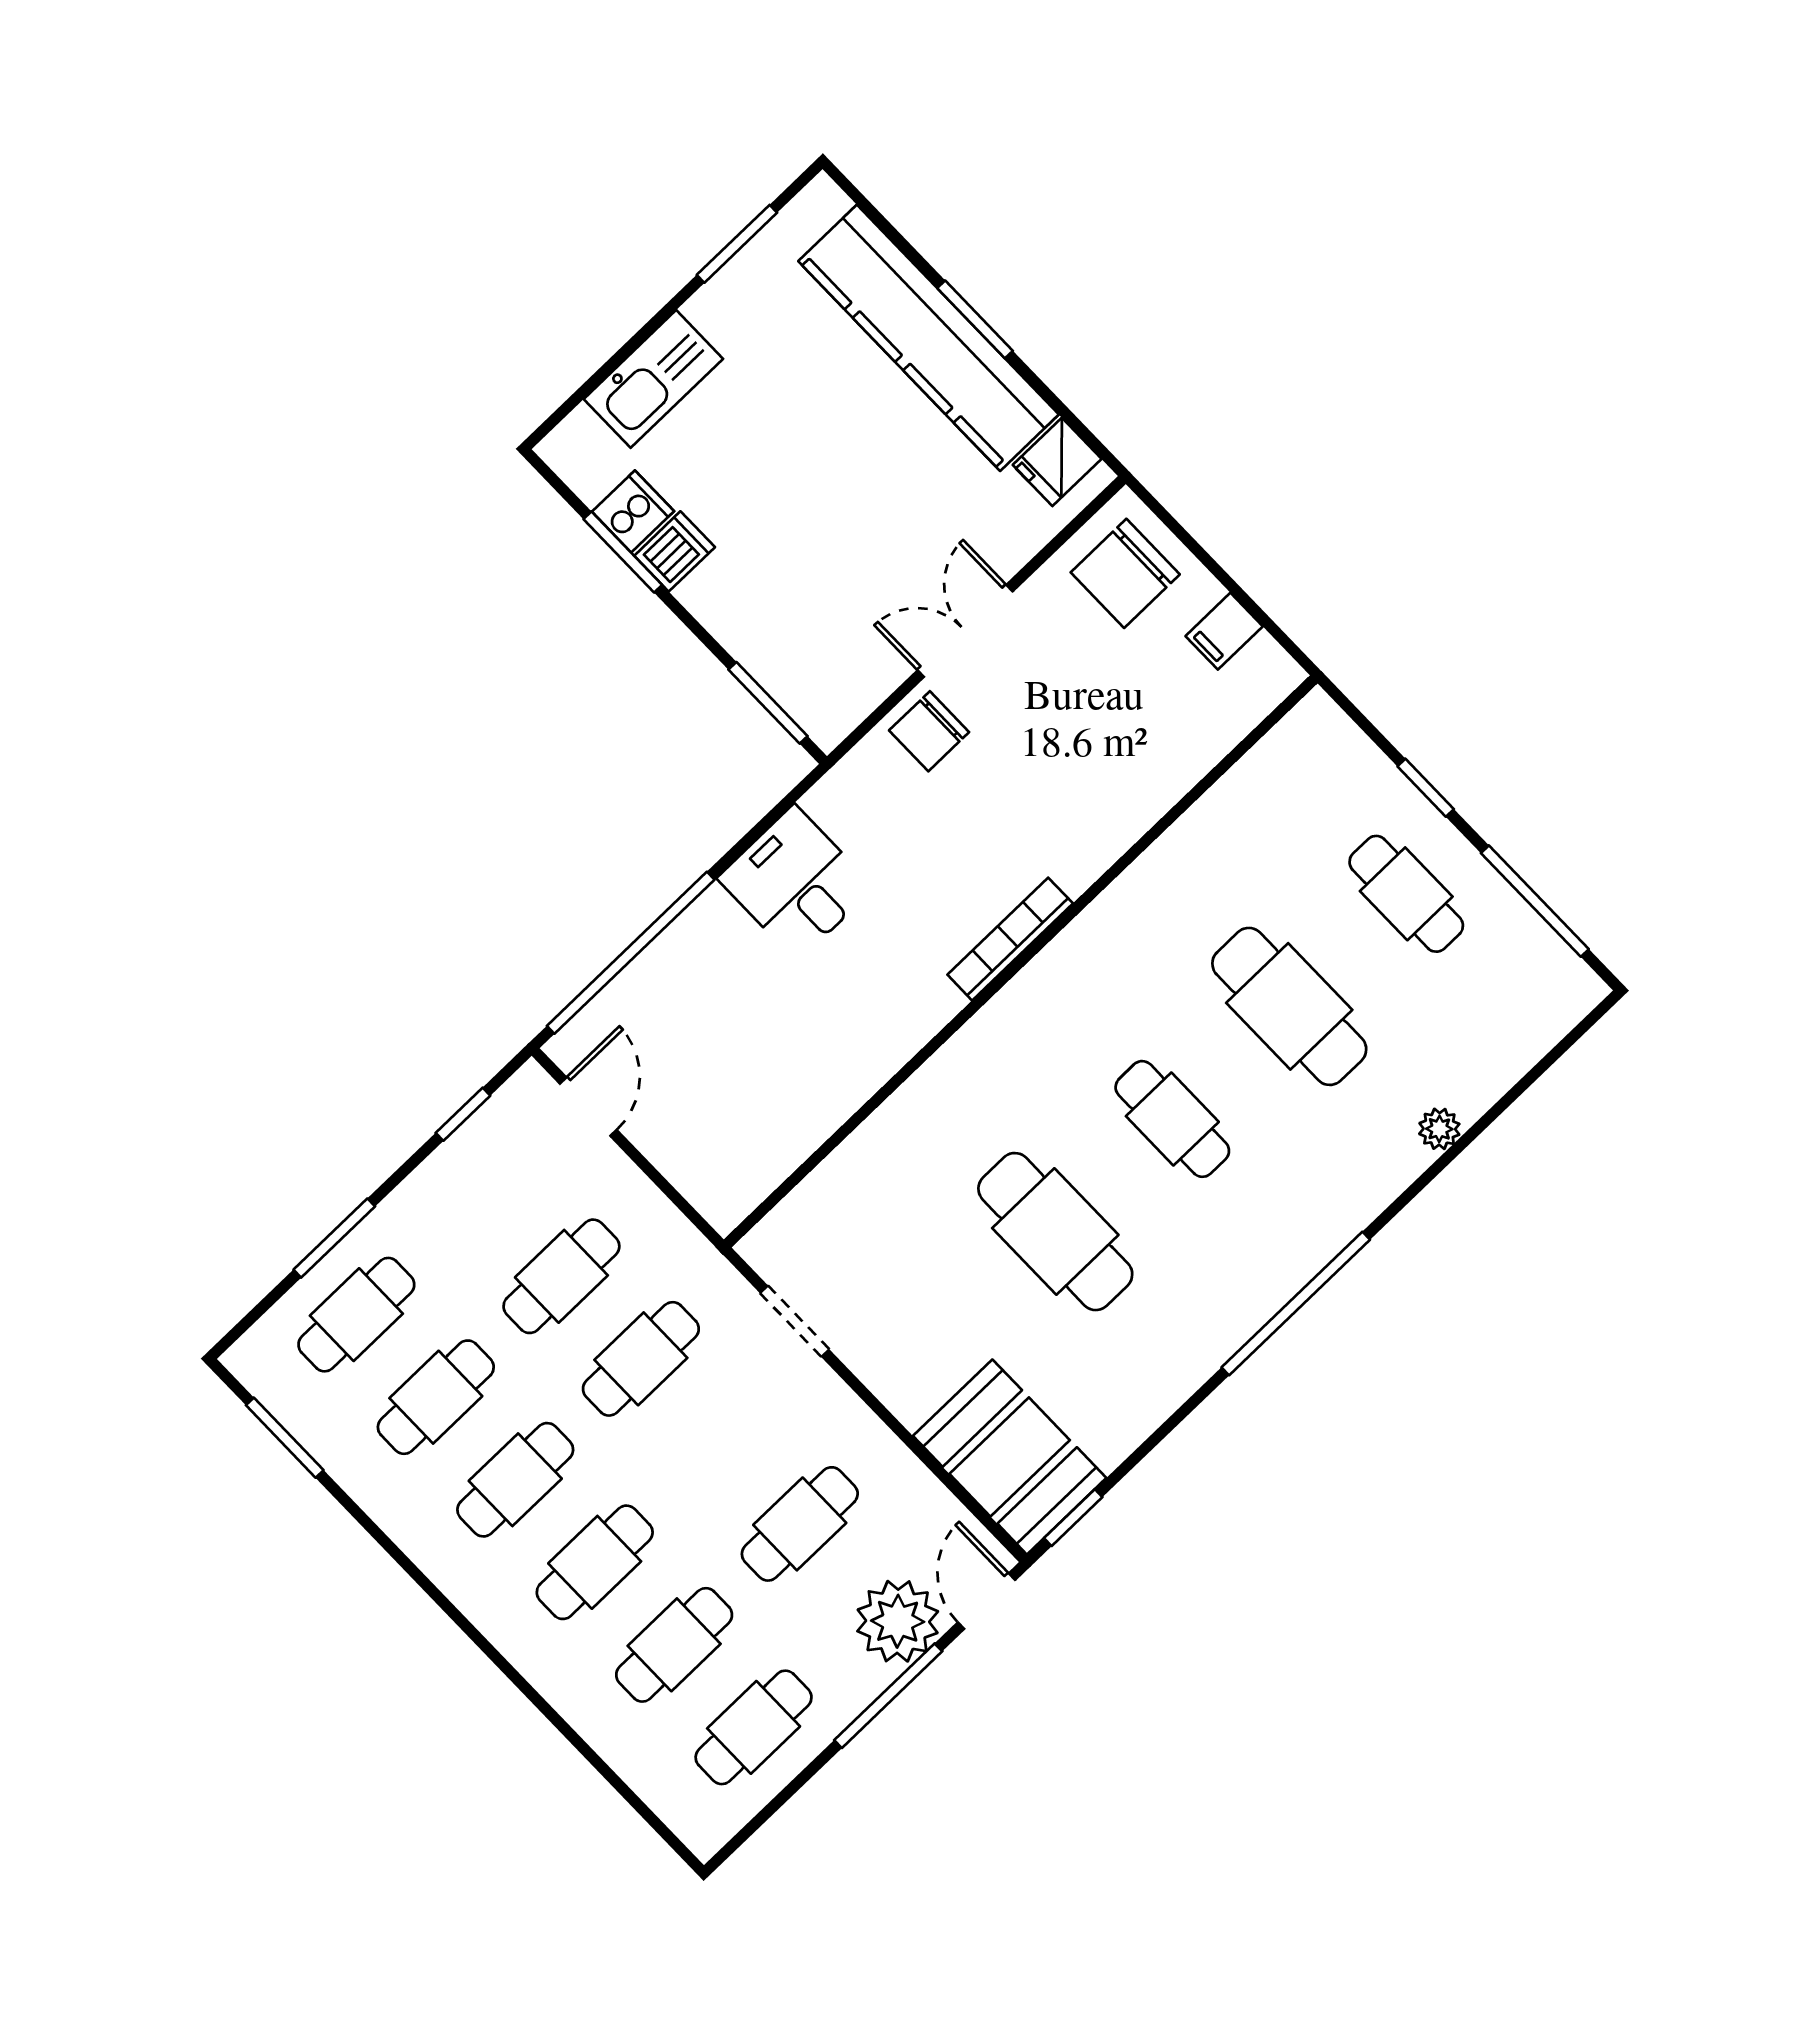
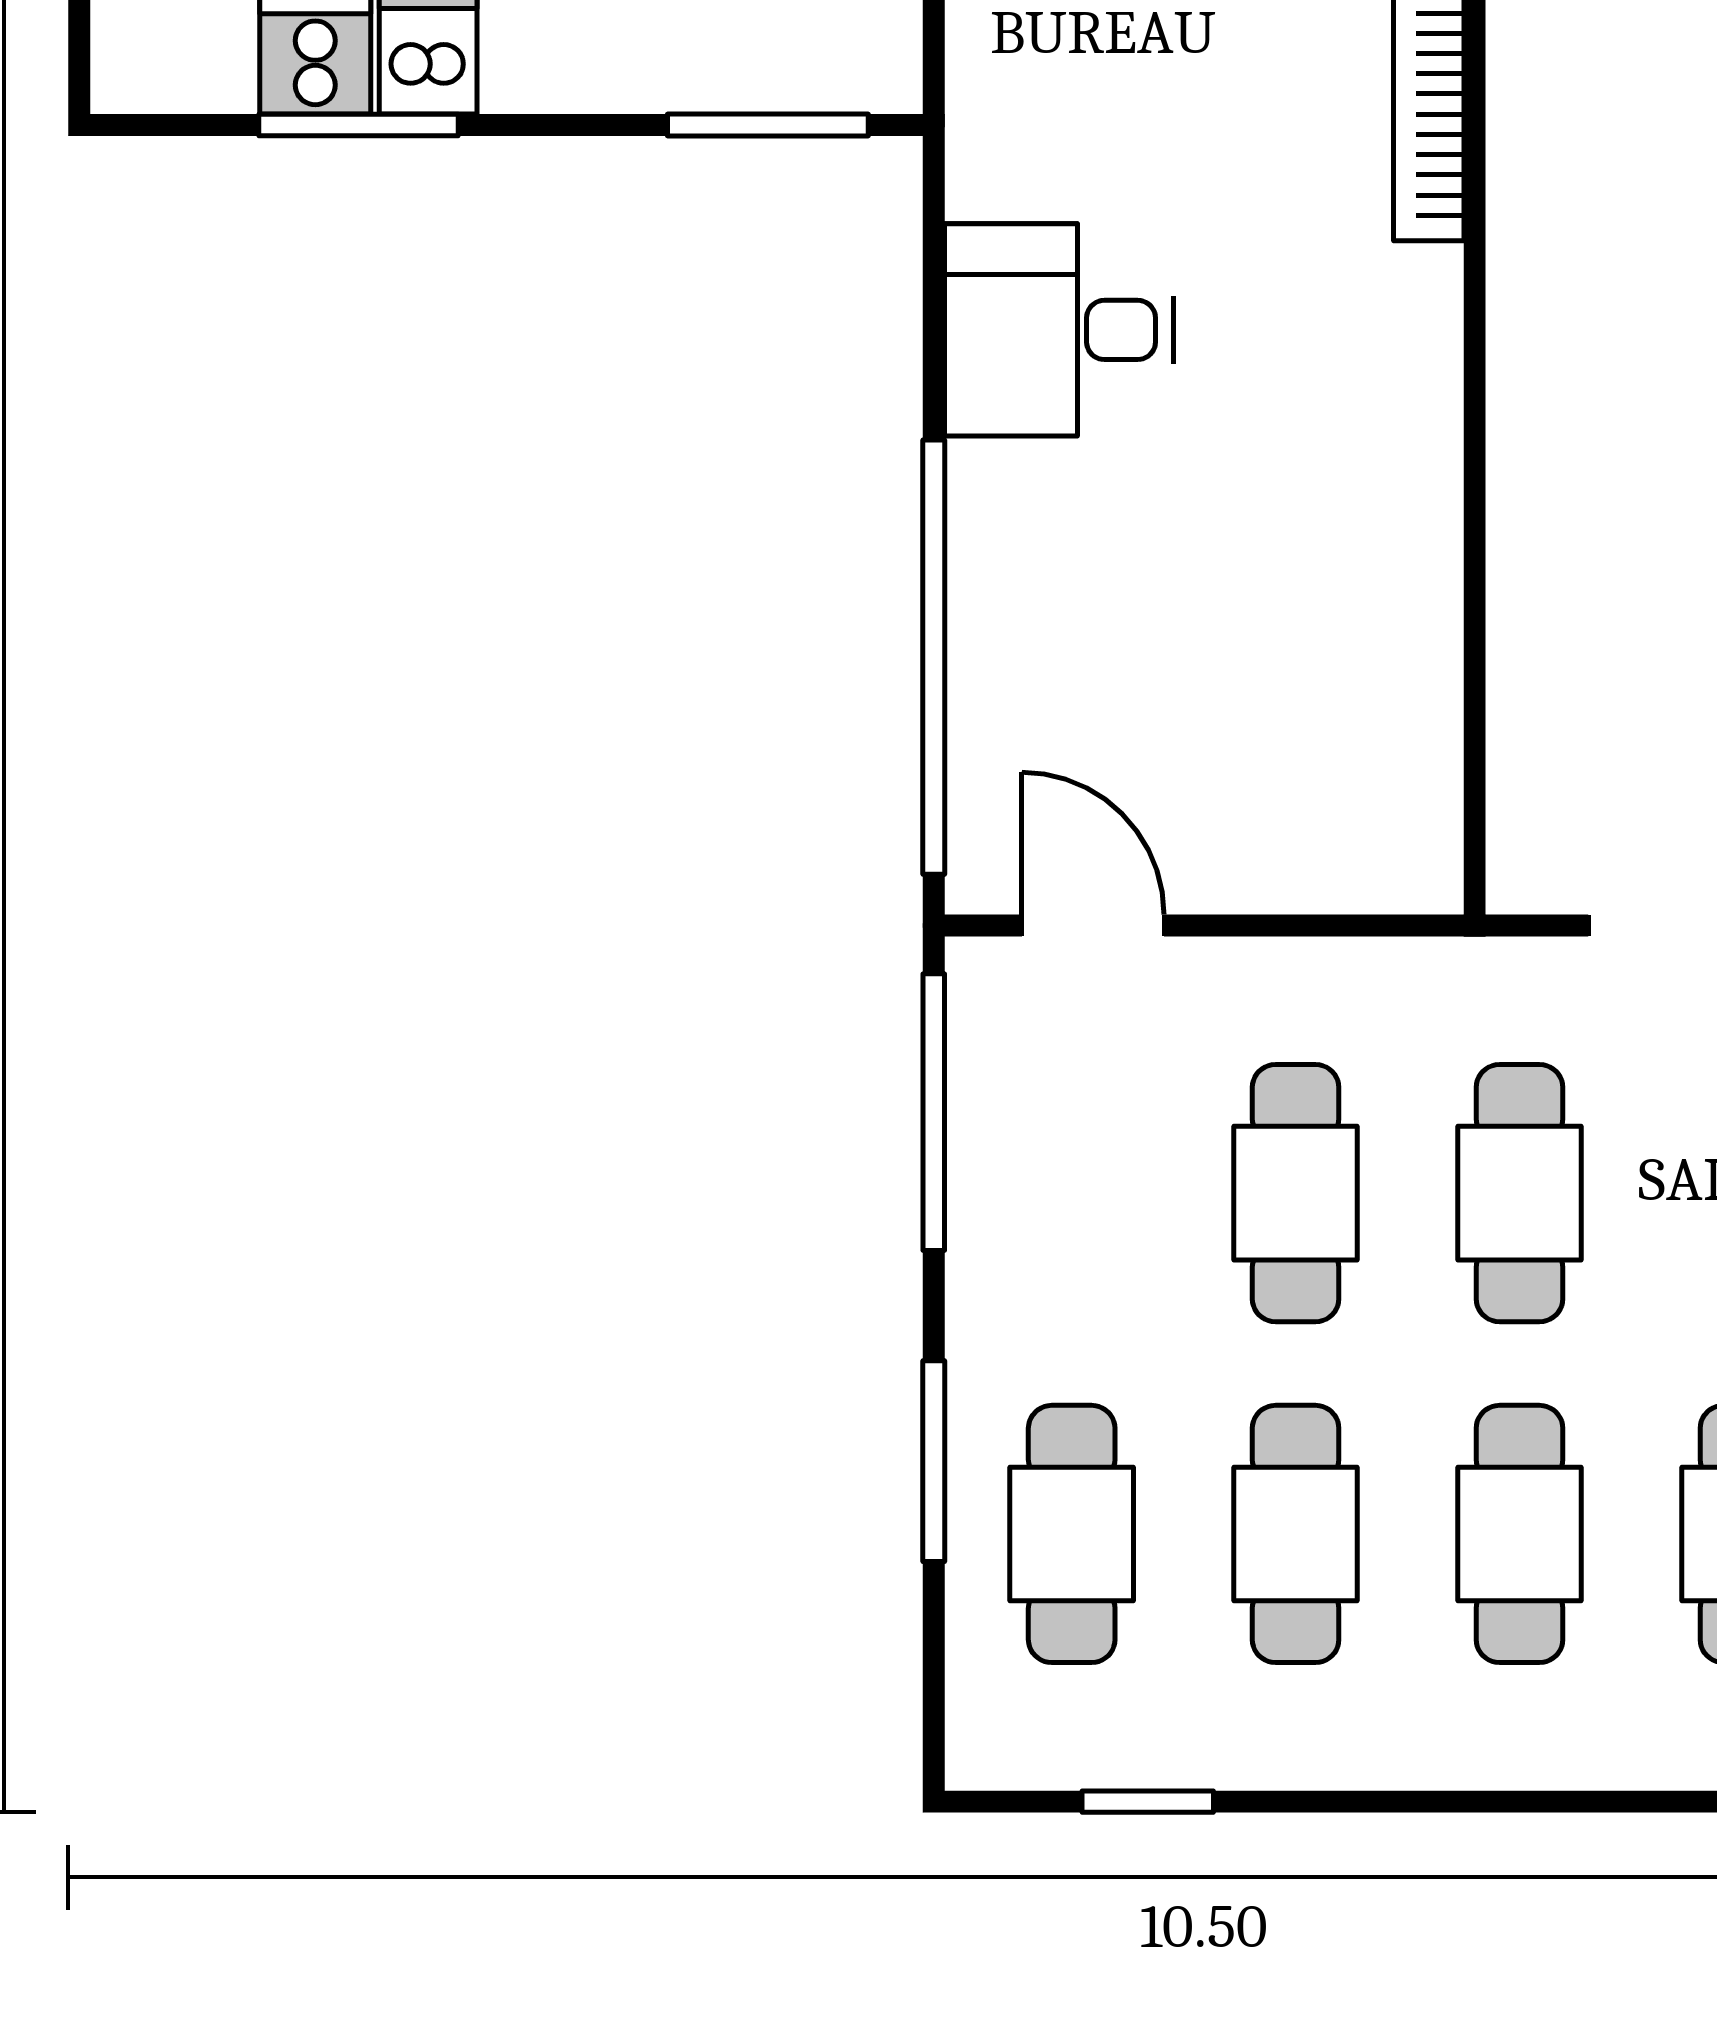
window: (463, 1114) -> (934, 1112), width x2.17
window: (285, 1438) -> (1148, 1802), width x0.67

